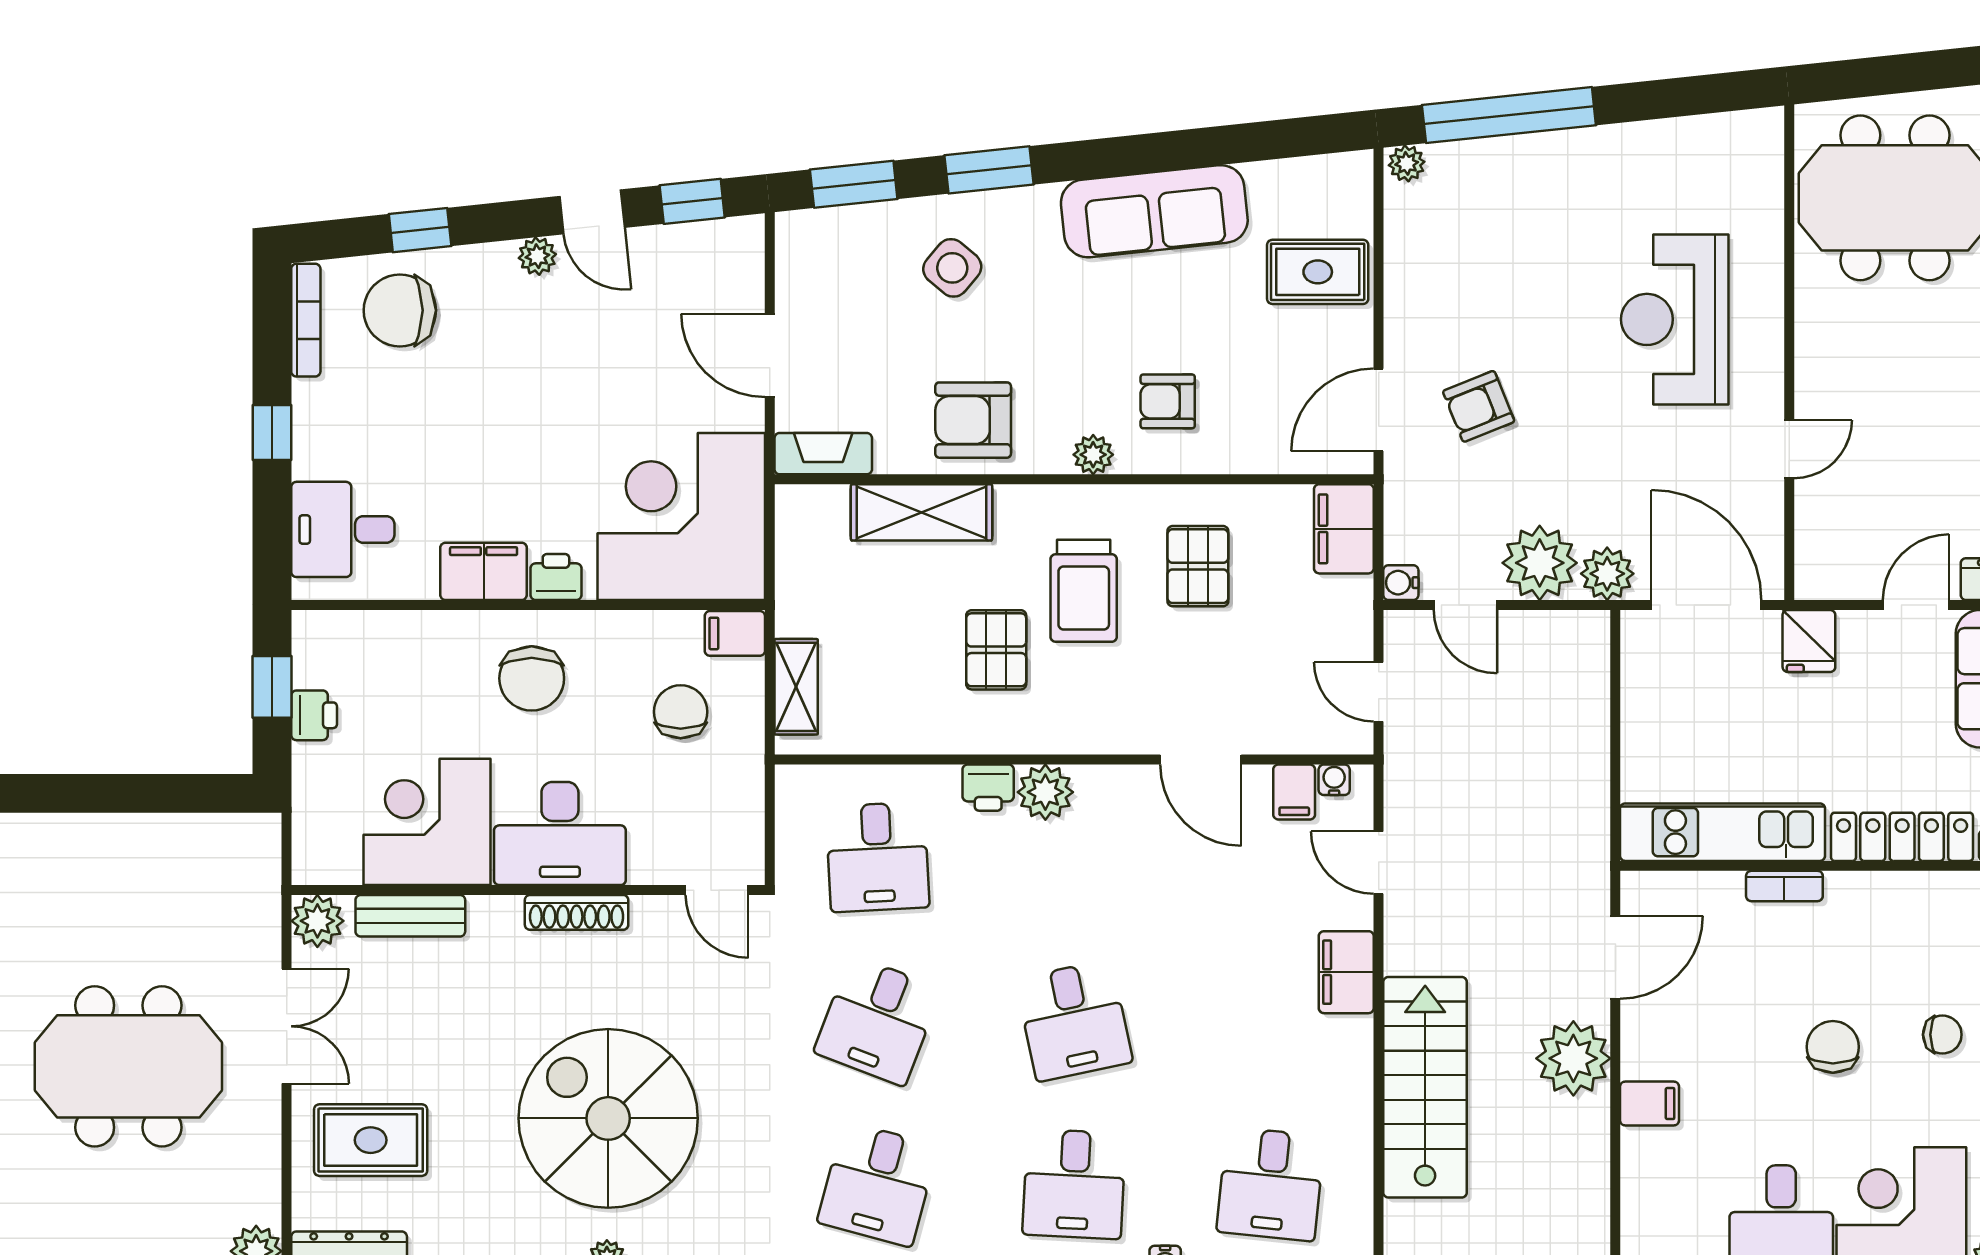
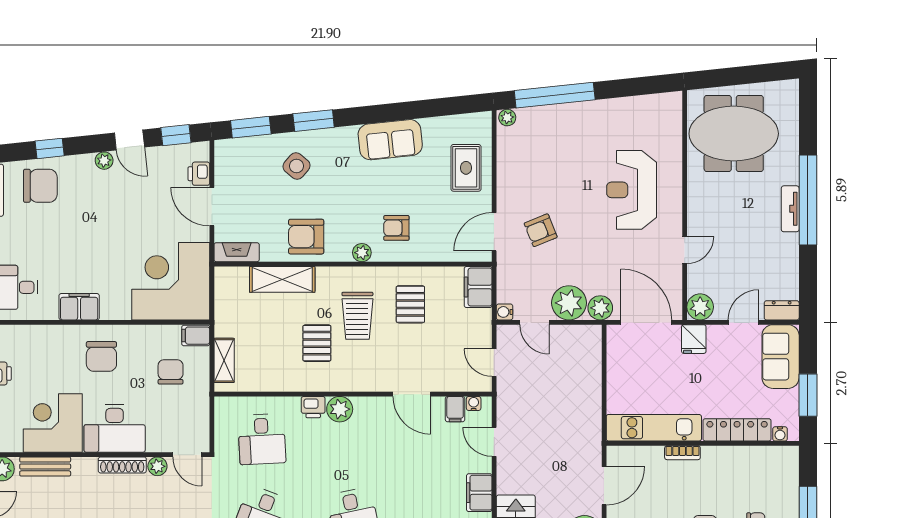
sofa: (1154, 211) -> (390, 140), width x0.73
rug: (1318, 272) -> (466, 168), turned 90
chair: (400, 310) -> (40, 186), turned 180
plant: (1822, 572) -> (700, 307), added
printer: (556, 577) -> (199, 174), moved, turned -90
plant: (653, 915) -> (157, 466), added

